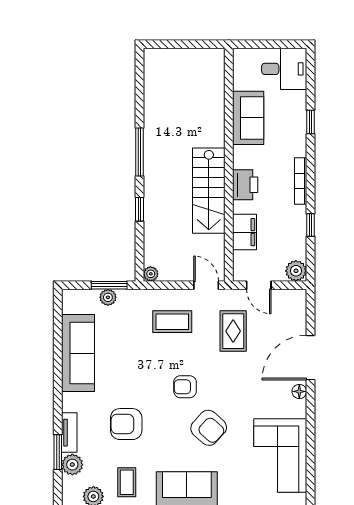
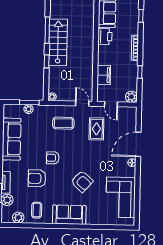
printer: (245, 185) -> (105, 37), moved
stairs: (209, 191) -> (58, 42), moved, turned 180
armchair: (185, 387) -> (53, 158), moved

